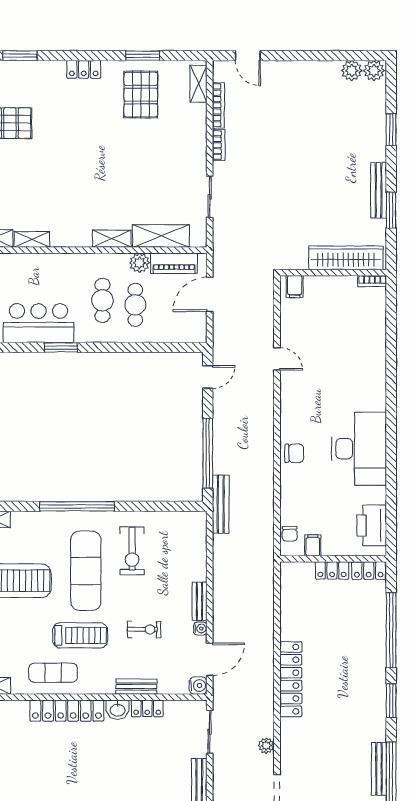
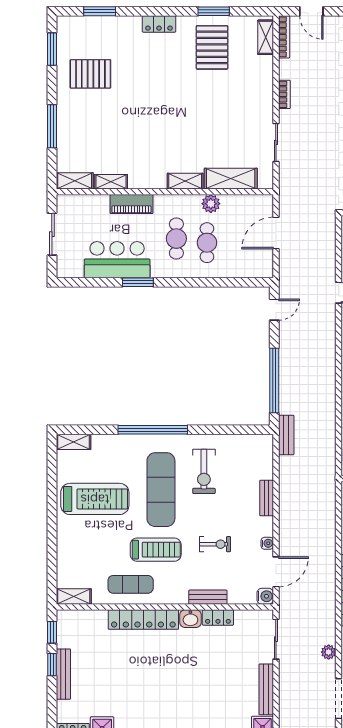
bookcase: (218, 105) -> (284, 37), moved
piano: (174, 263) -> (132, 204), moved
bench: (221, 504) -> (286, 435), width x0.73
bench: (200, 601) -> (267, 498), moved

